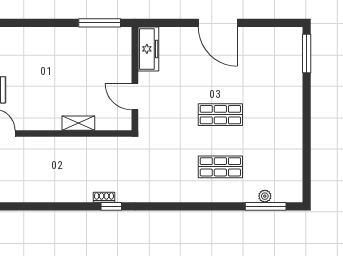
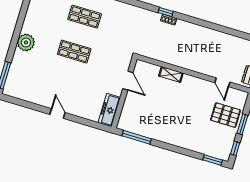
door: (218, 23) -> (57, 114), width x0.53
plant: (290, 107) -> (26, 42), added

